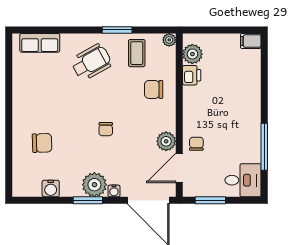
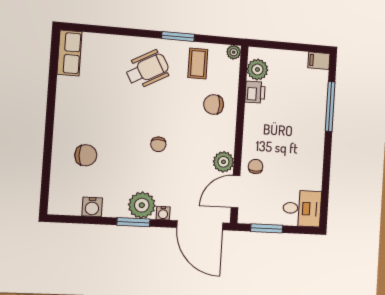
row of seats: (40, 43) -> (69, 53), moved, turned -90
window: (264, 147) -> (330, 107), moved

